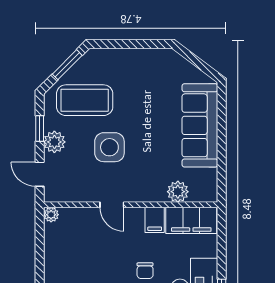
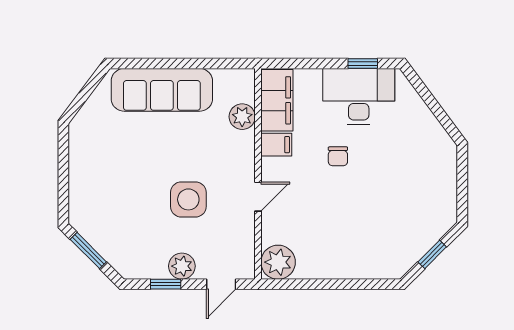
coffee table: (85, 100) -> (131, 229), removed
plant: (51, 215) -> (278, 262), width x1.87, depth x1.87
chair: (145, 271) -> (338, 156), turned 90

